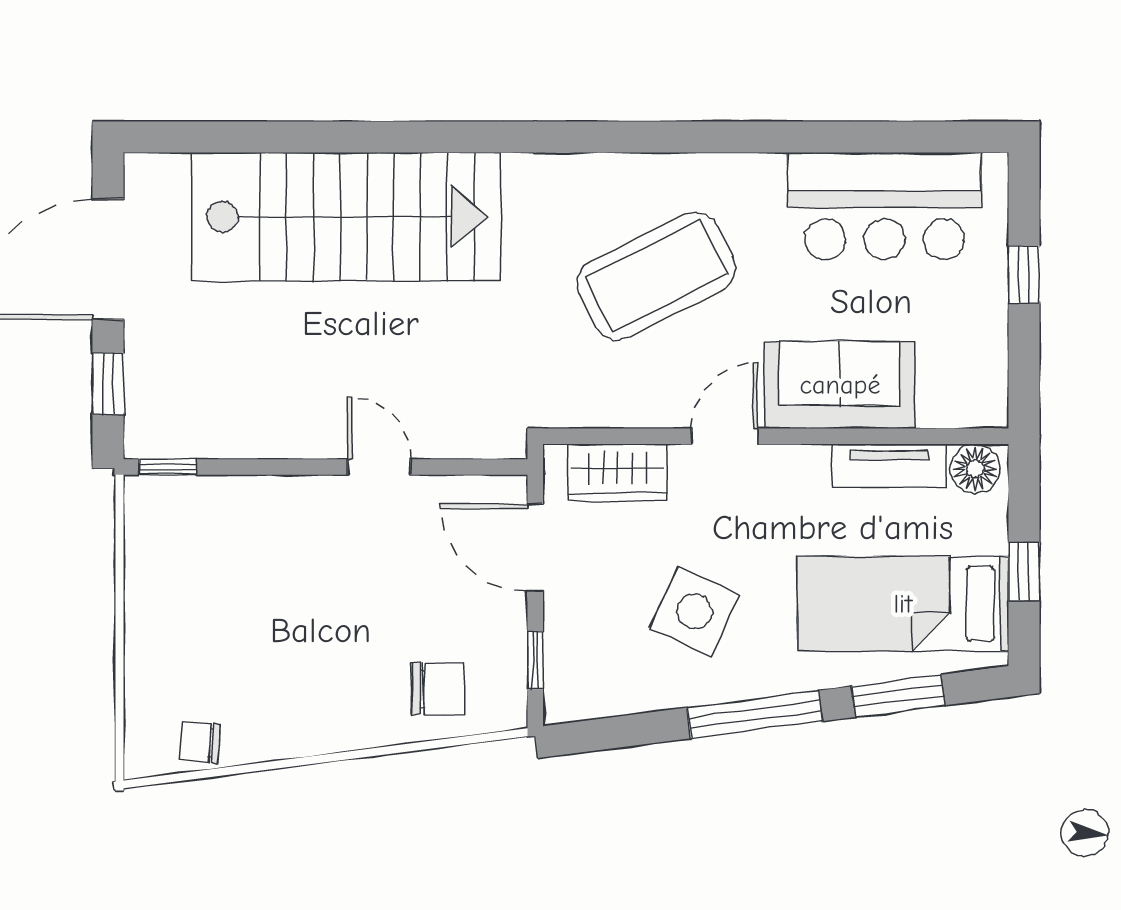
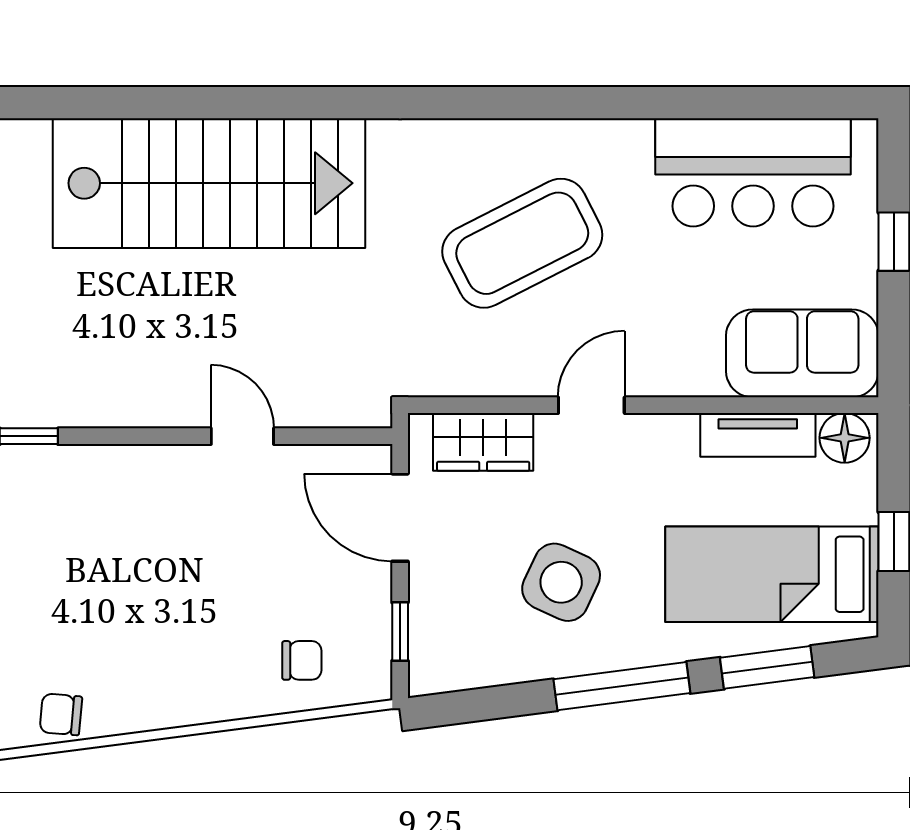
sofa: (840, 385) -> (802, 353), moved
chair: (438, 689) -> (302, 660), width x0.73, depth x0.73

